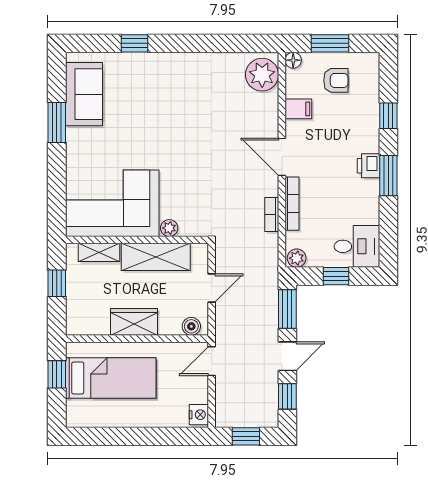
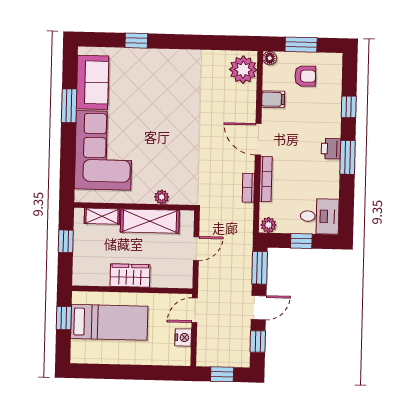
corner sofa: (112, 203) -> (103, 150), moved, turned 90
boiler: (191, 326) -> (178, 280), removed
nightstand: (199, 415) -> (183, 337), moved

